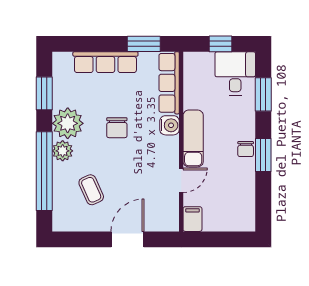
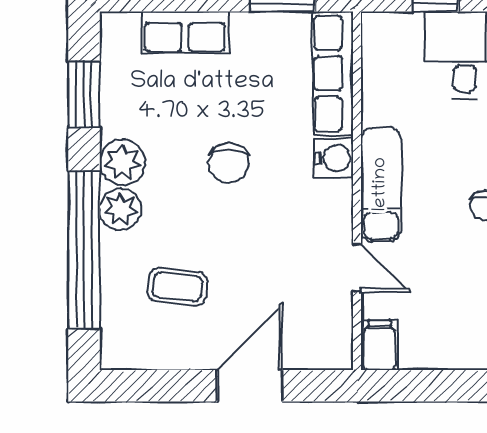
row of seats: (105, 62) -> (185, 32), width x0.68
plant: (68, 123) -> (122, 162), width x0.73, depth x0.73
door: (181, 180) -> (357, 268), hinge flipped
coffee table: (91, 190) -> (177, 287), turned -60

